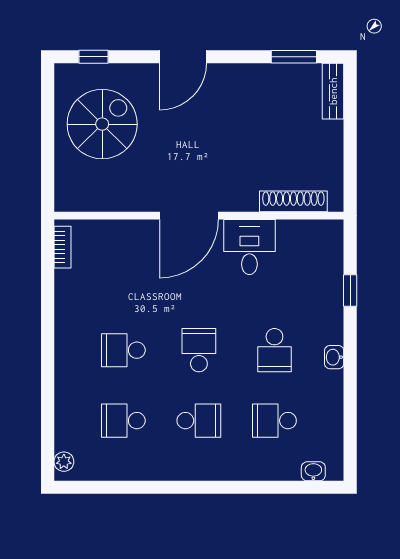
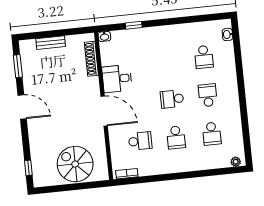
door: (183, 57) -> (22, 107), moved
bench: (333, 91) -> (51, 43), moved
spiral stairs: (102, 124) -> (75, 164), moved
school desk: (274, 350) -> (140, 141), moved
washbasin: (334, 357) -> (104, 36), moved

